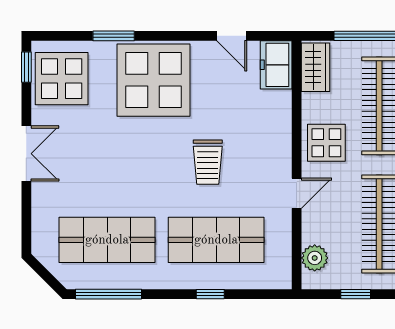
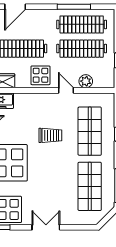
plant: (315, 258) -> (86, 81), moved

